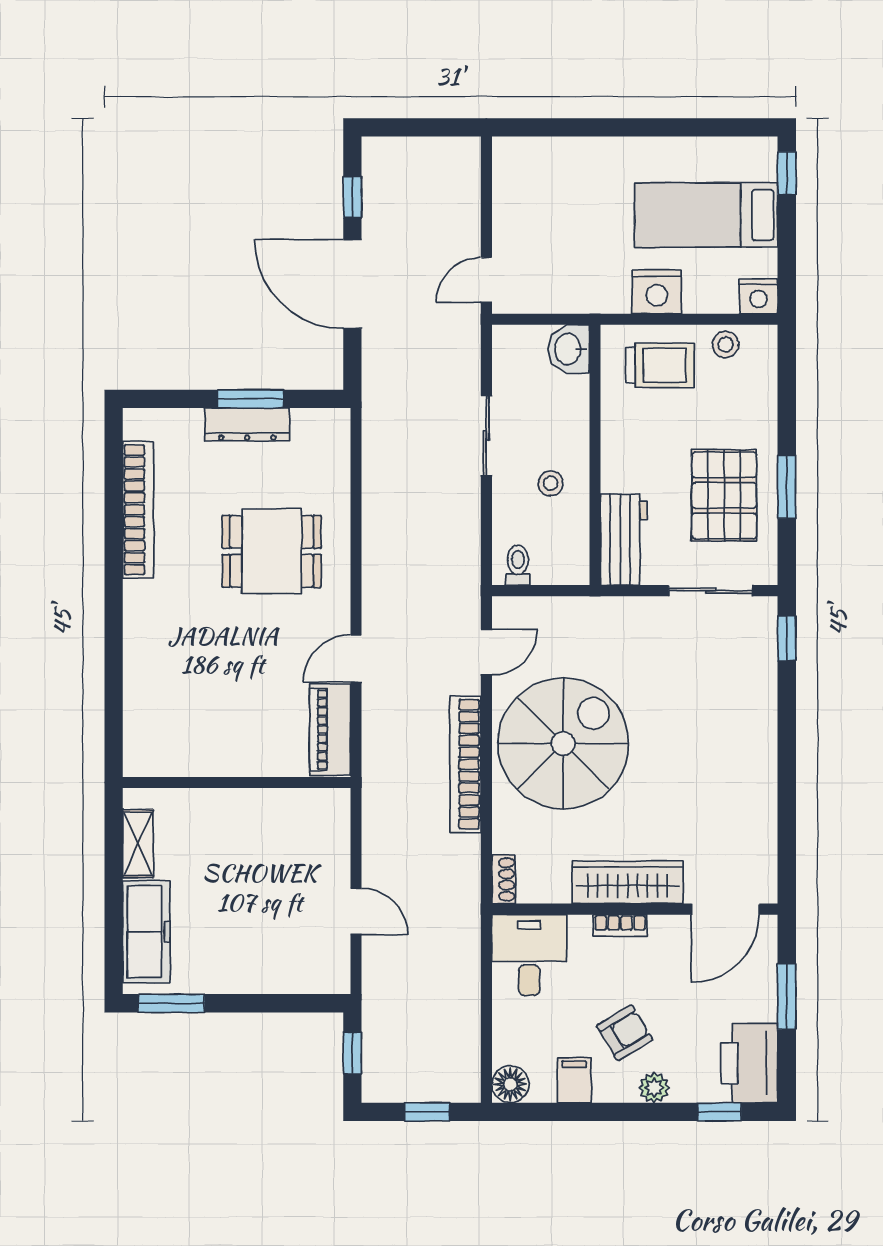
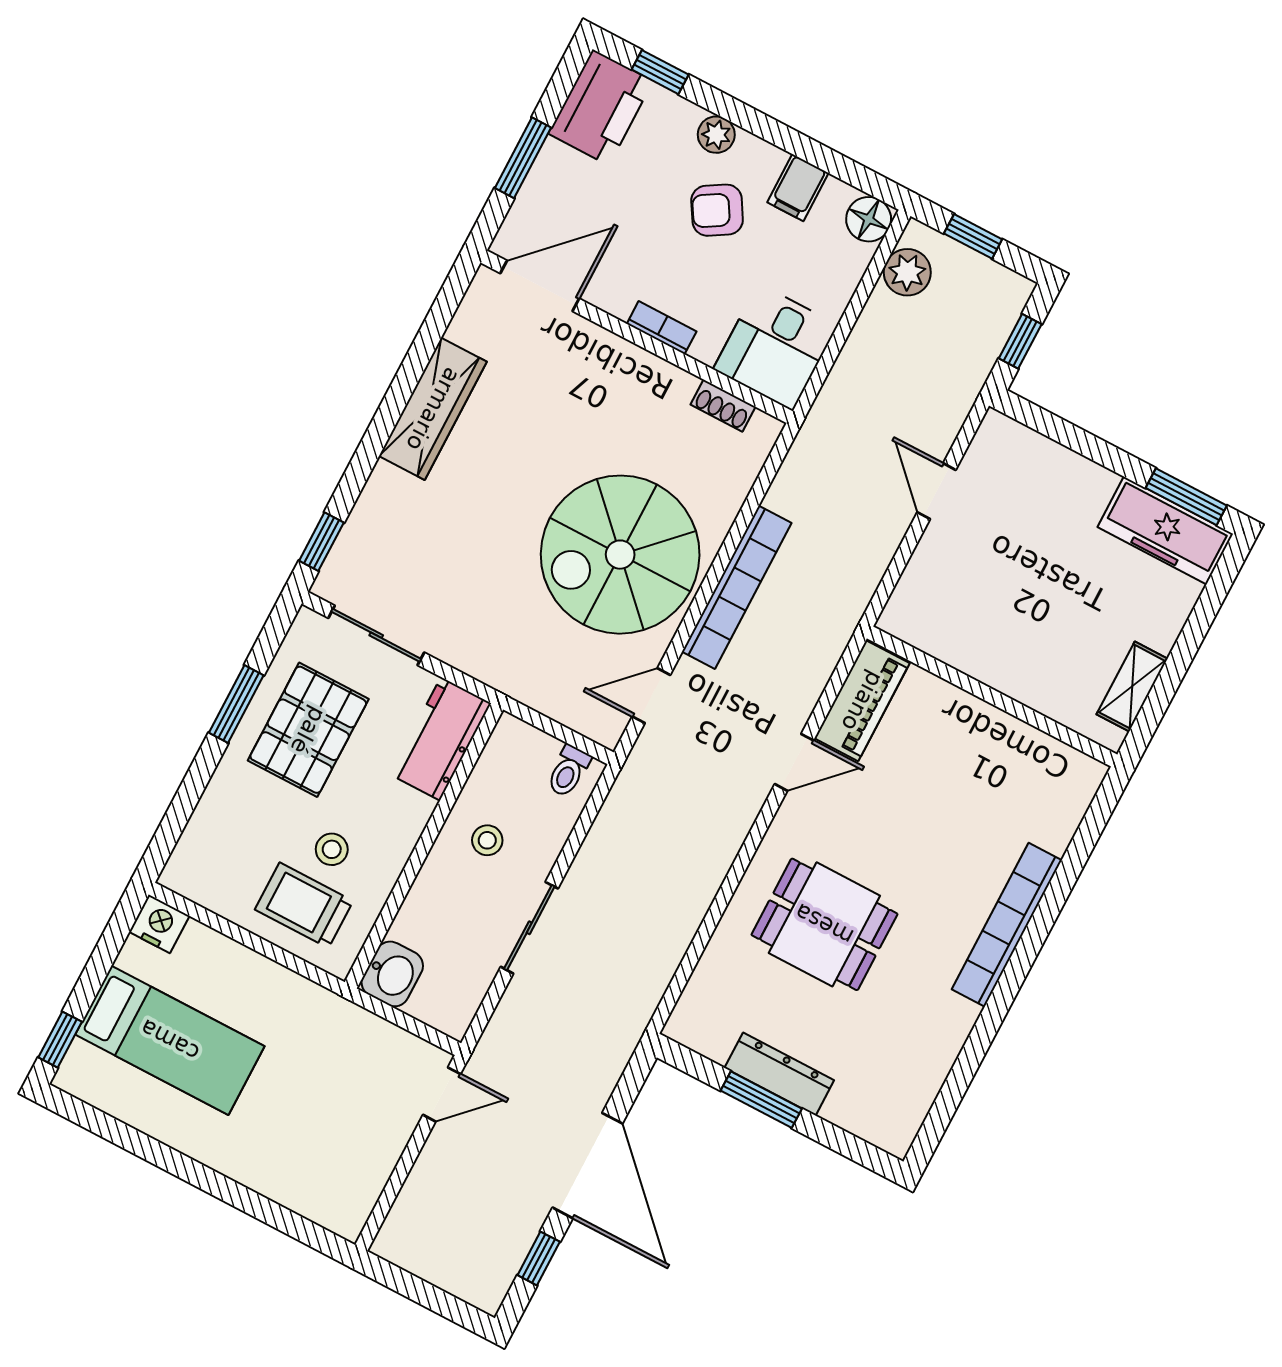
nightstand: (657, 292) -> (266, 986), removed
stool: (725, 345) -> (332, 849), moved
bookcase: (138, 510) -> (1007, 925), moved
shoe rack: (504, 879) -> (723, 406), moved, turned -90
wardrobe: (628, 882) -> (433, 409), moved, turned -90
freezer: (146, 932) -> (1165, 530), moved, turned -90
plant: (462, 1060) -> (907, 272), added

